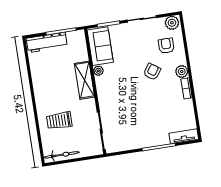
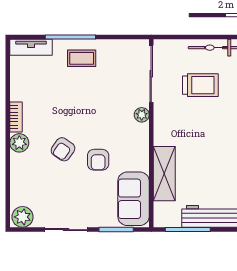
armchair: (166, 46) -> (98, 160), moved
plant: (98, 71) -> (142, 115), moved
shelving: (85, 80) -> (164, 174), moved
trolley: (59, 121) -> (200, 85), moved
coffee table: (149, 134) -> (82, 58), added

